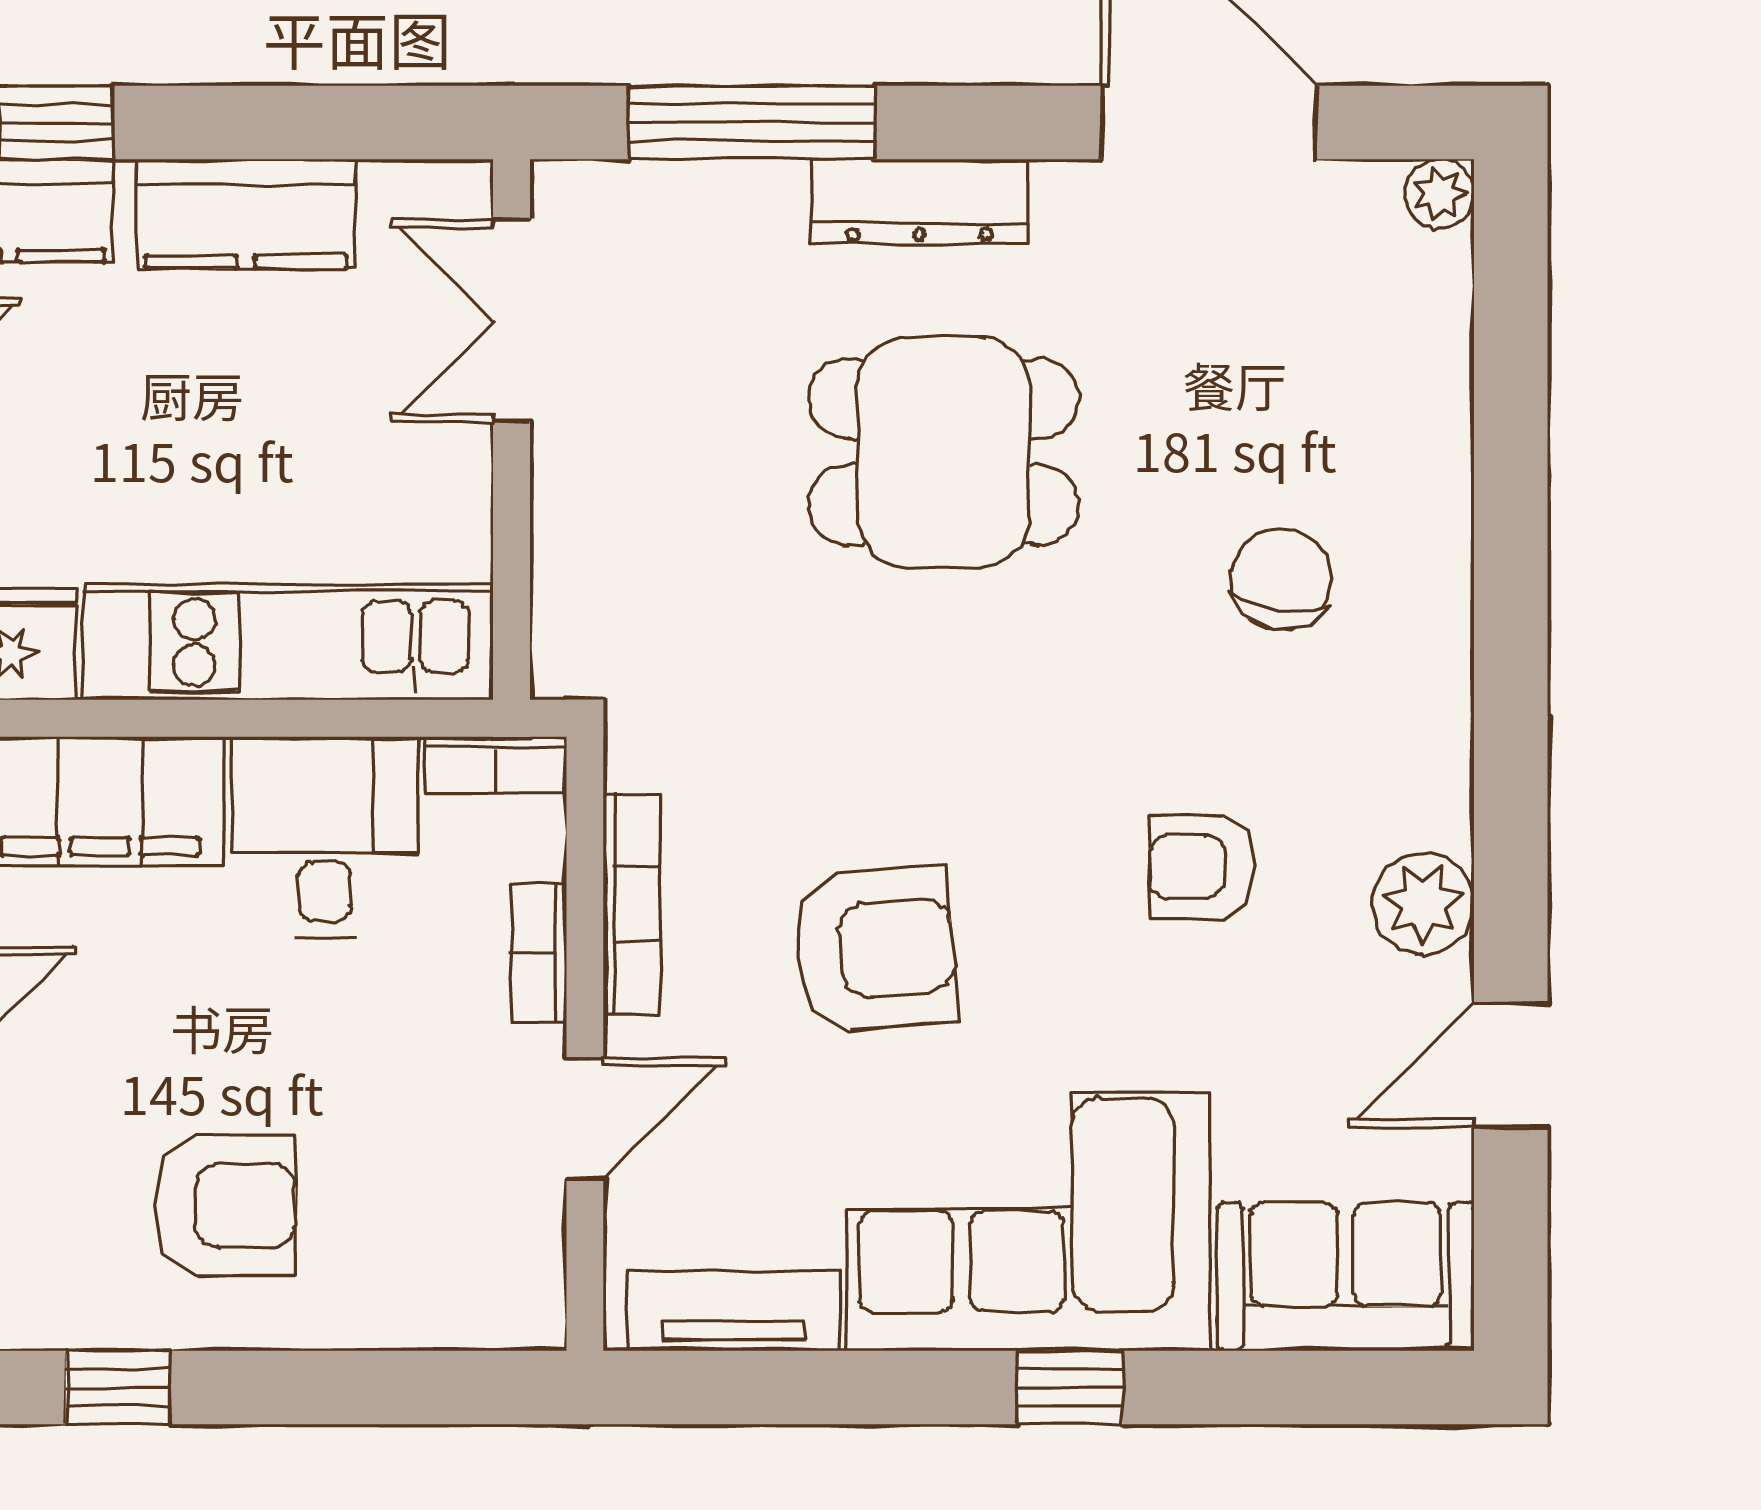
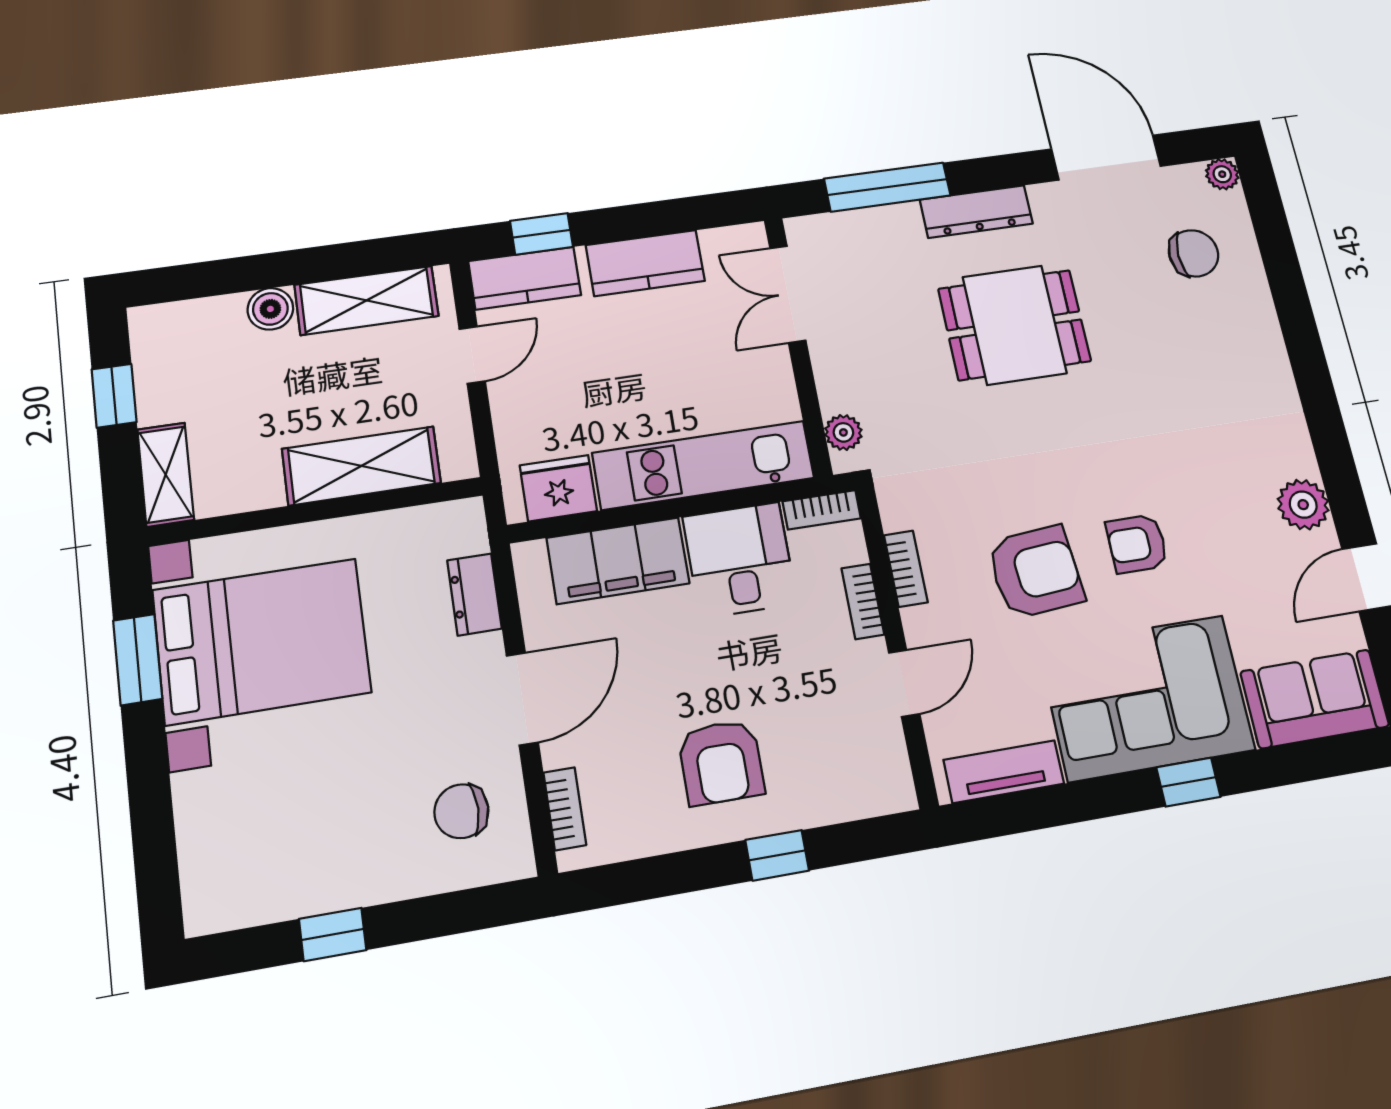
chair: (1281, 579) -> (1194, 253), moved, turned 82
plant: (566, 619) -> (843, 432), added
armchair: (1202, 867) -> (1137, 544), moved
bookcase: (632, 904) -> (906, 569), width x0.64
armchair: (225, 1206) -> (721, 762), turned 90
window: (118, 1388) -> (777, 855), moved

